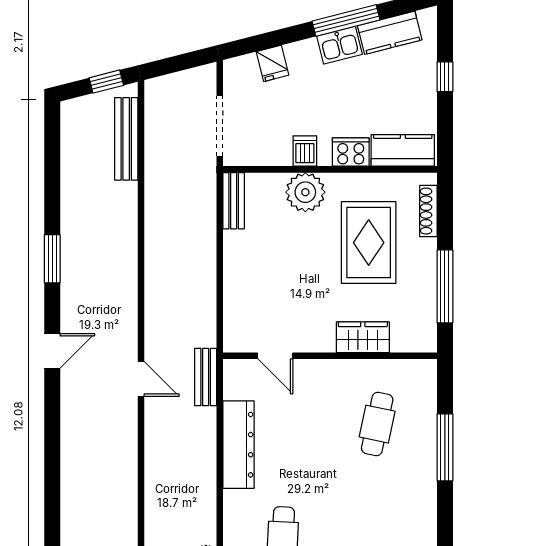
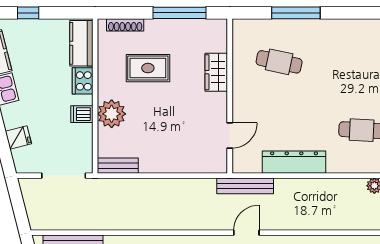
rug: (369, 243) -> (148, 68), width x0.73, depth x0.70
bench: (206, 377) -> (245, 186), width x1.36

